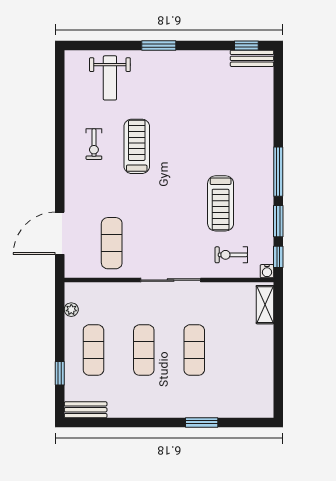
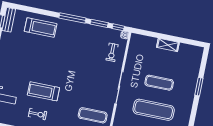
treadmill: (221, 203) -> (41, 27), moved
shelving: (265, 305) -> (168, 45), moved
exercise mat: (144, 350) -> (154, 110), width x1.36, depth x1.45

